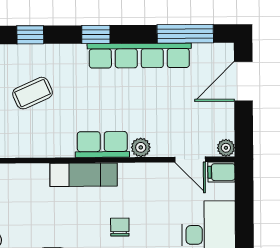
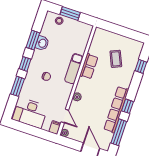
window: (96, 34) -> (127, 106), moved
row of seats: (102, 144) -> (89, 66), moved
door: (190, 159) -> (65, 116), swing flipped

